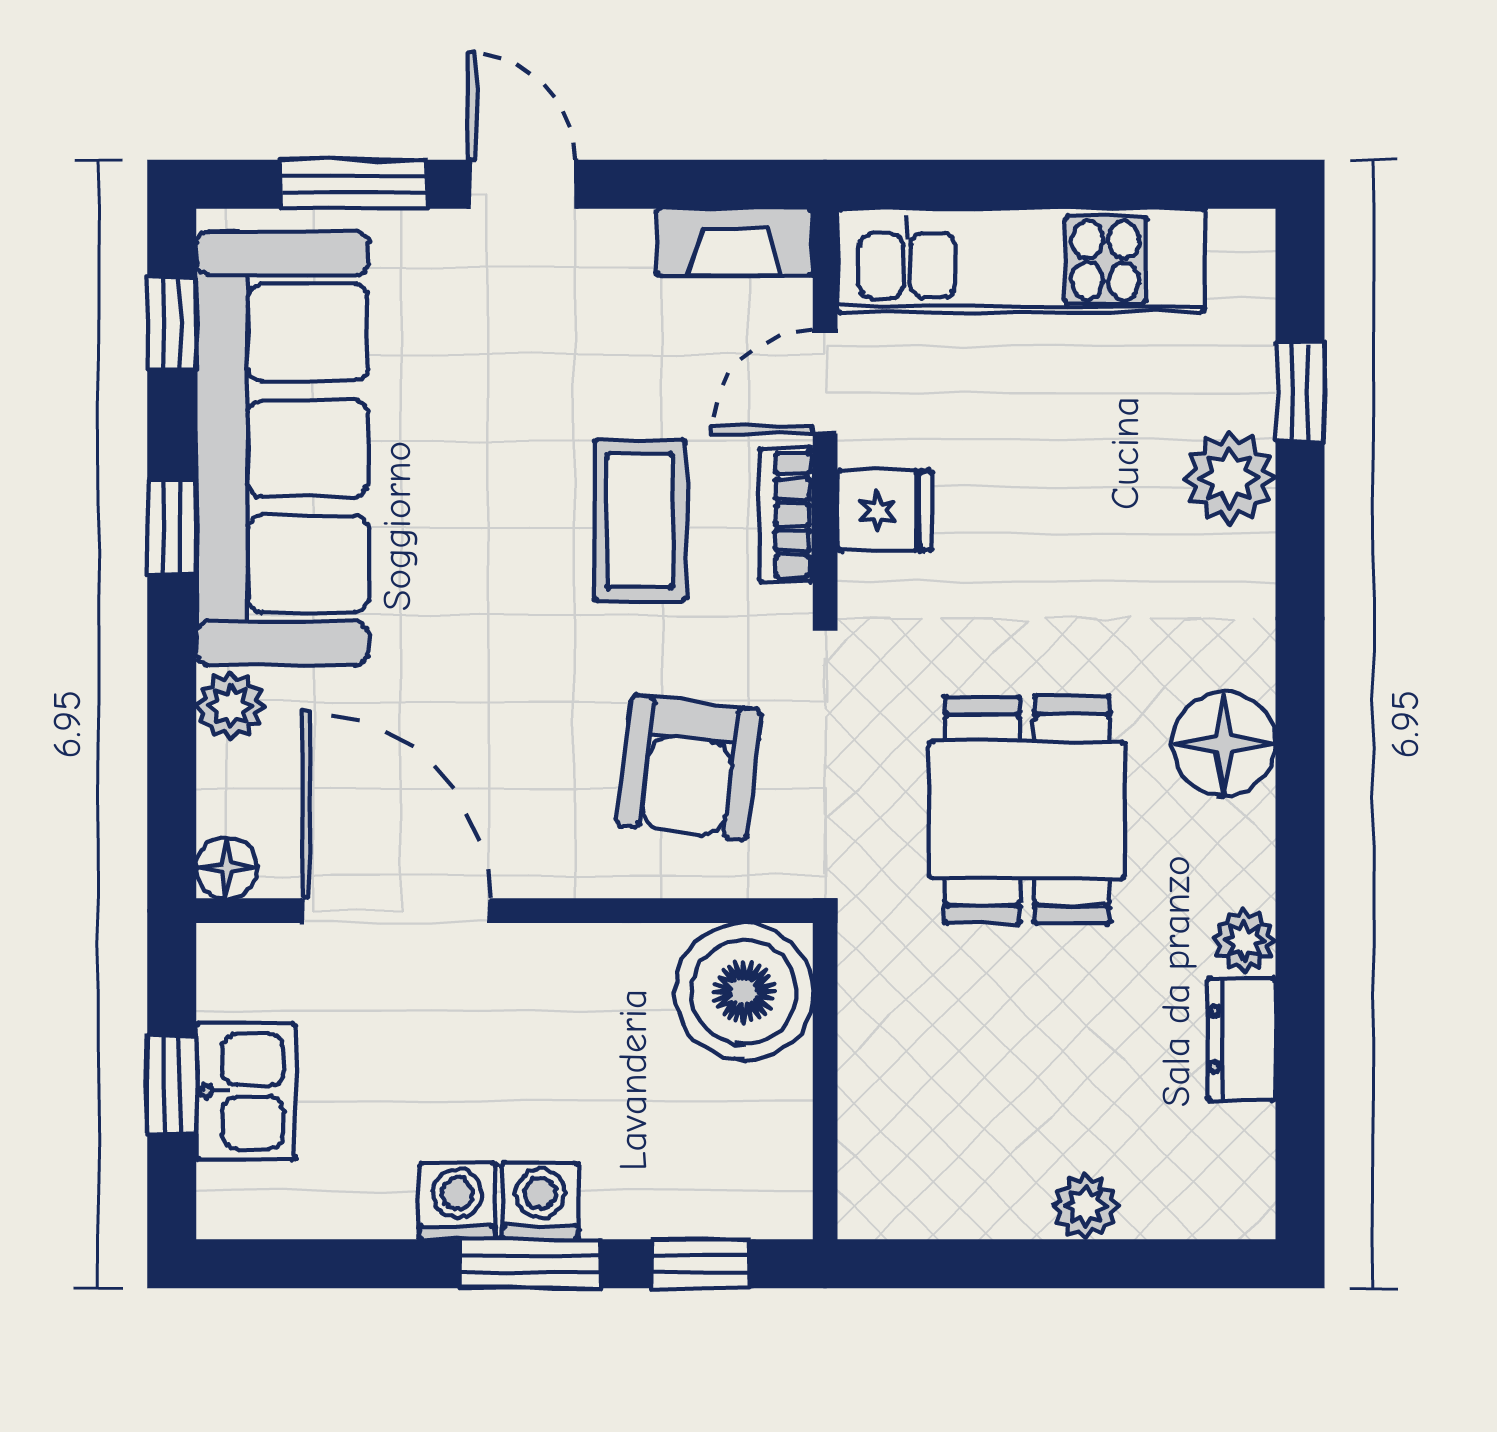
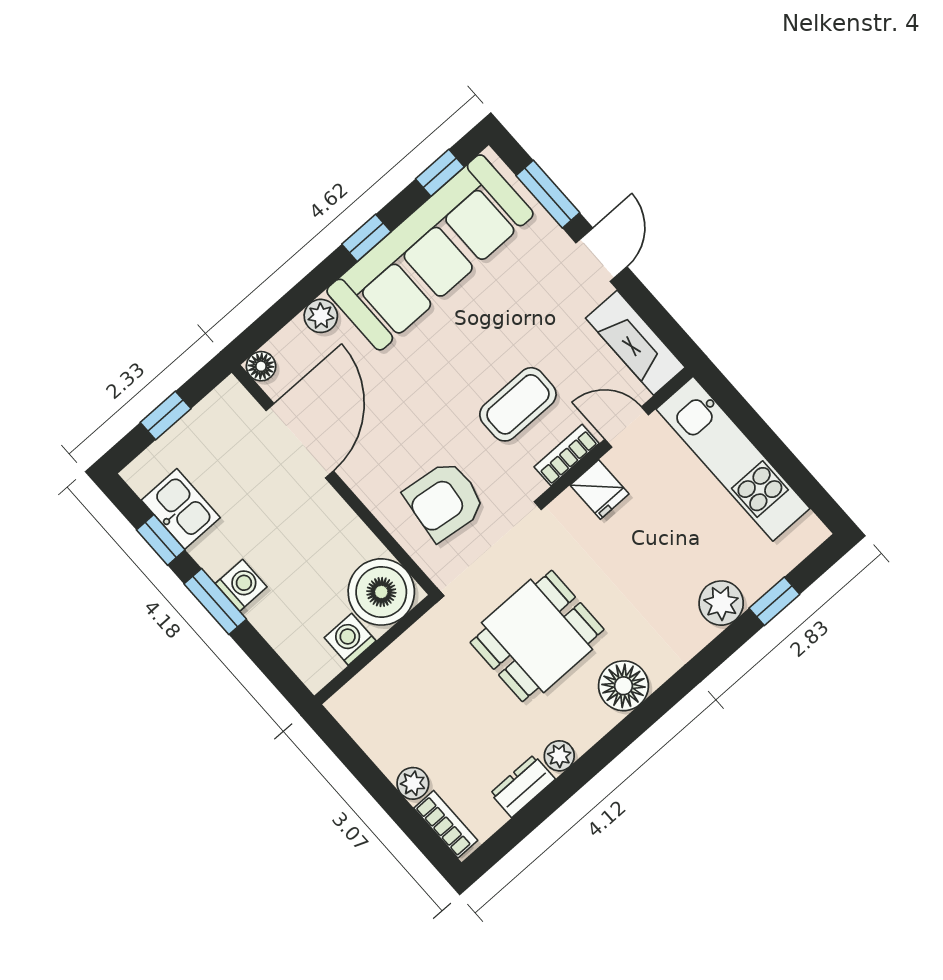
fireplace: (735, 242) -> (635, 343), width x1.37, depth x1.32
kitchen sink: (246, 1091) -> (181, 509), moved, turned -90
washing machine: (457, 1201) -> (350, 639), moved, turned -90
bookcase: (1194, 1212) -> (446, 824), added
window: (701, 1264) -> (161, 540), moved

